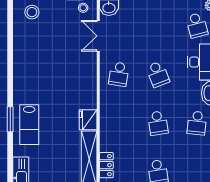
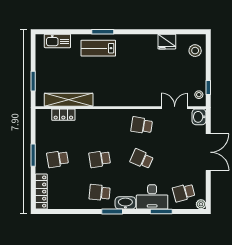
school desk: (158, 74) -> (142, 159), turned 45
fridge: (88, 120) -> (167, 42), moved, turned 180

